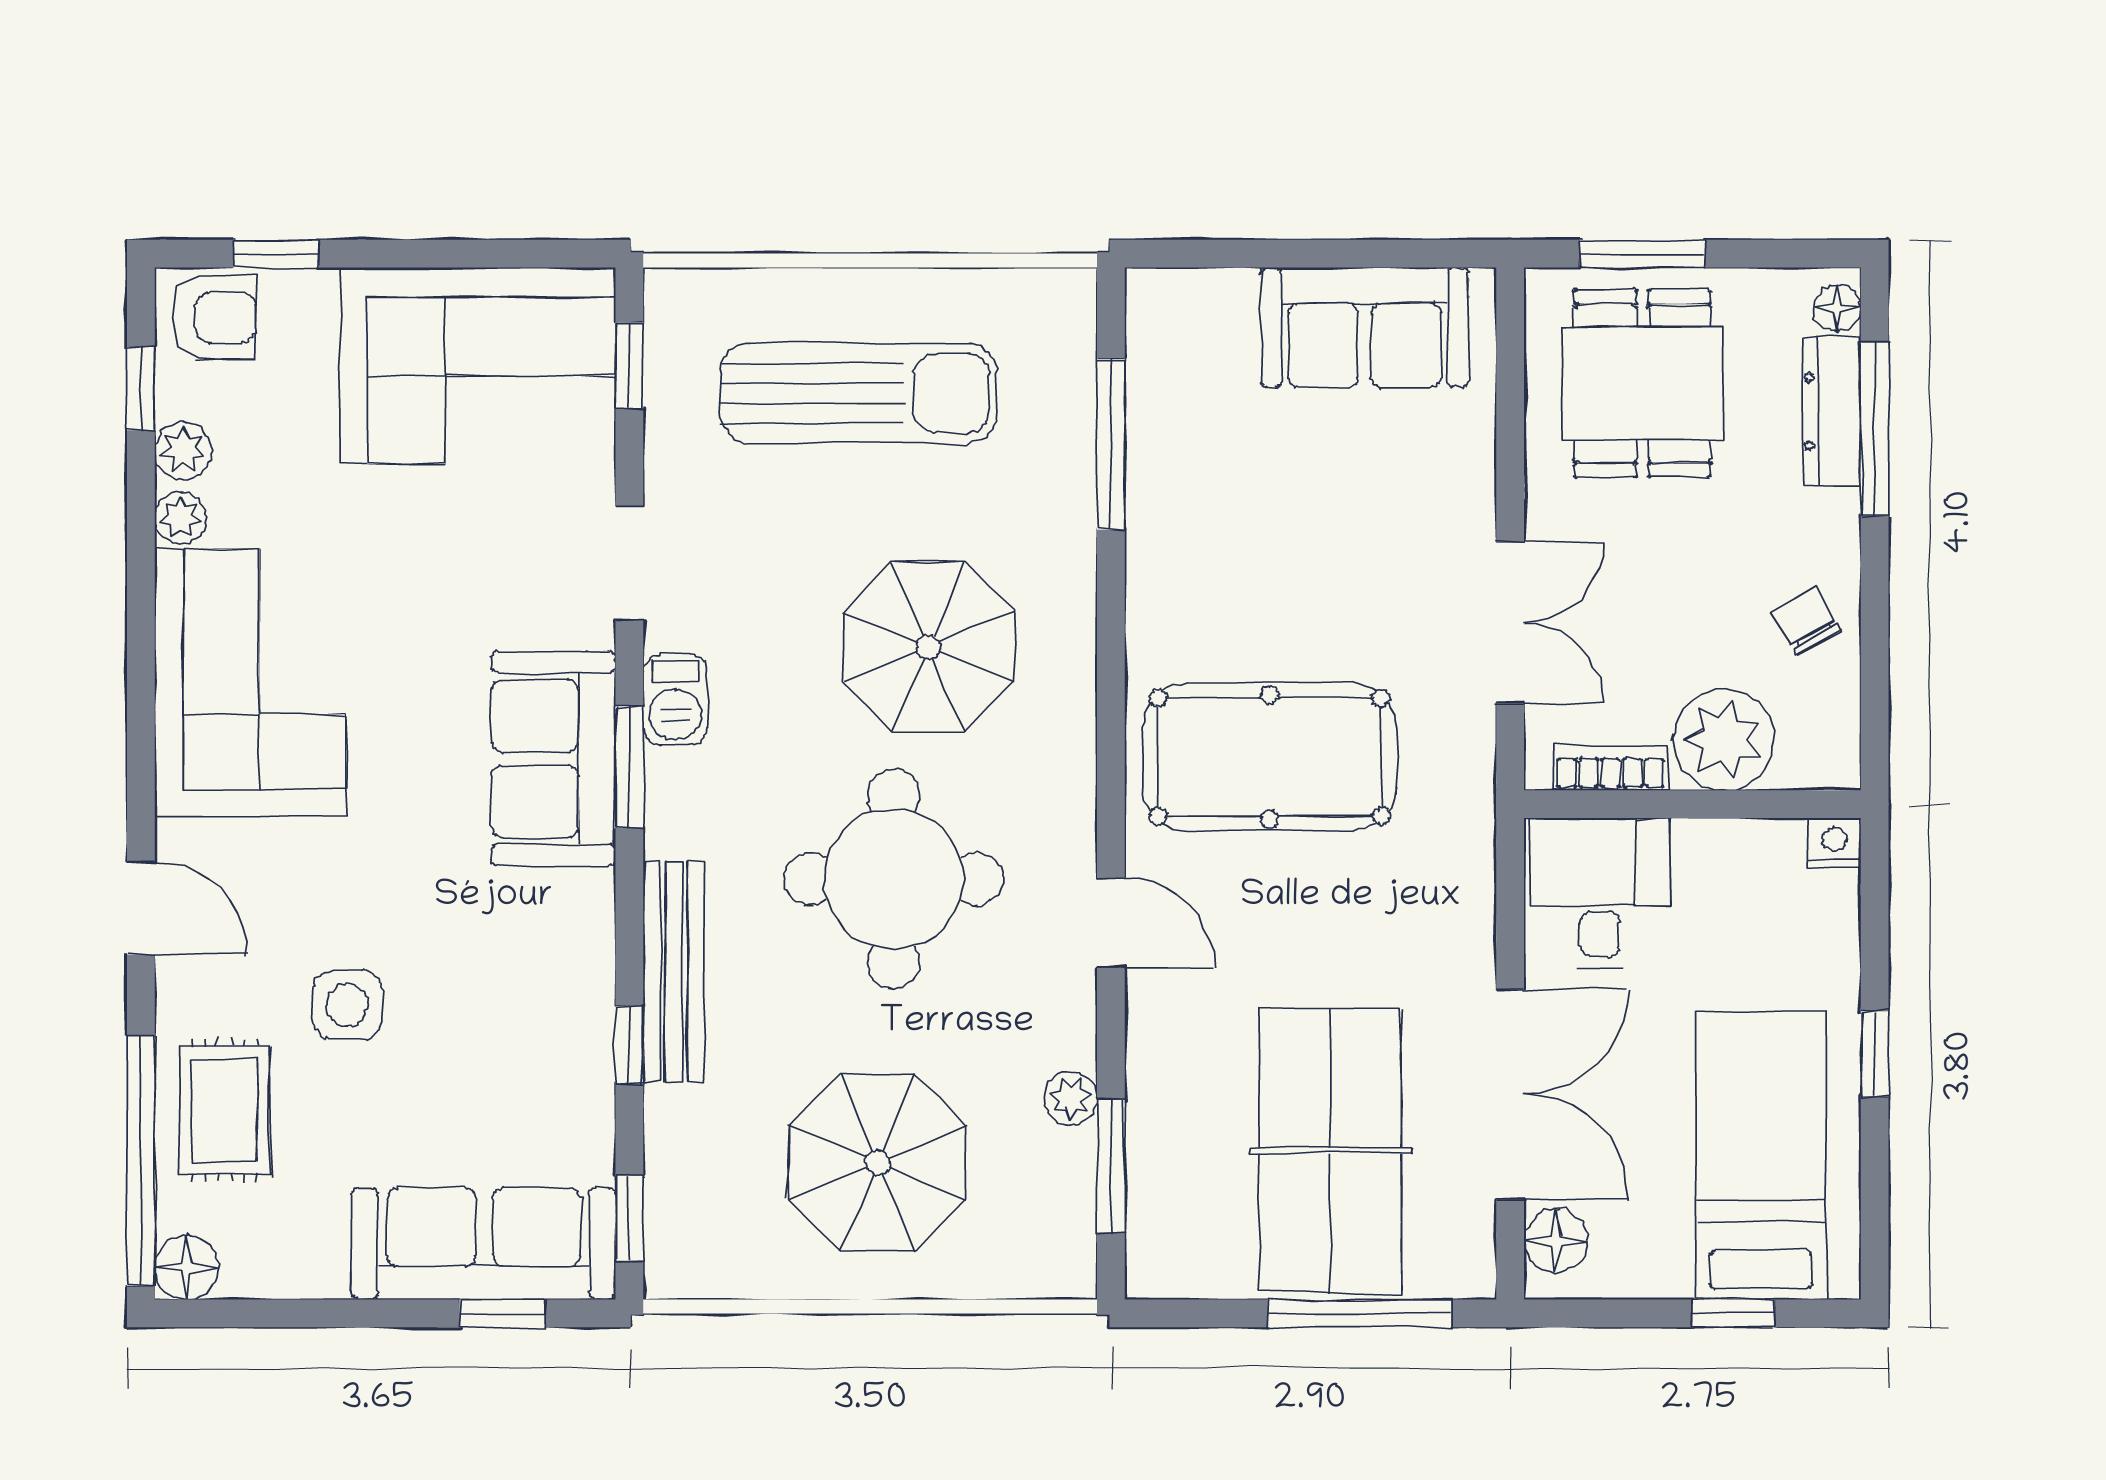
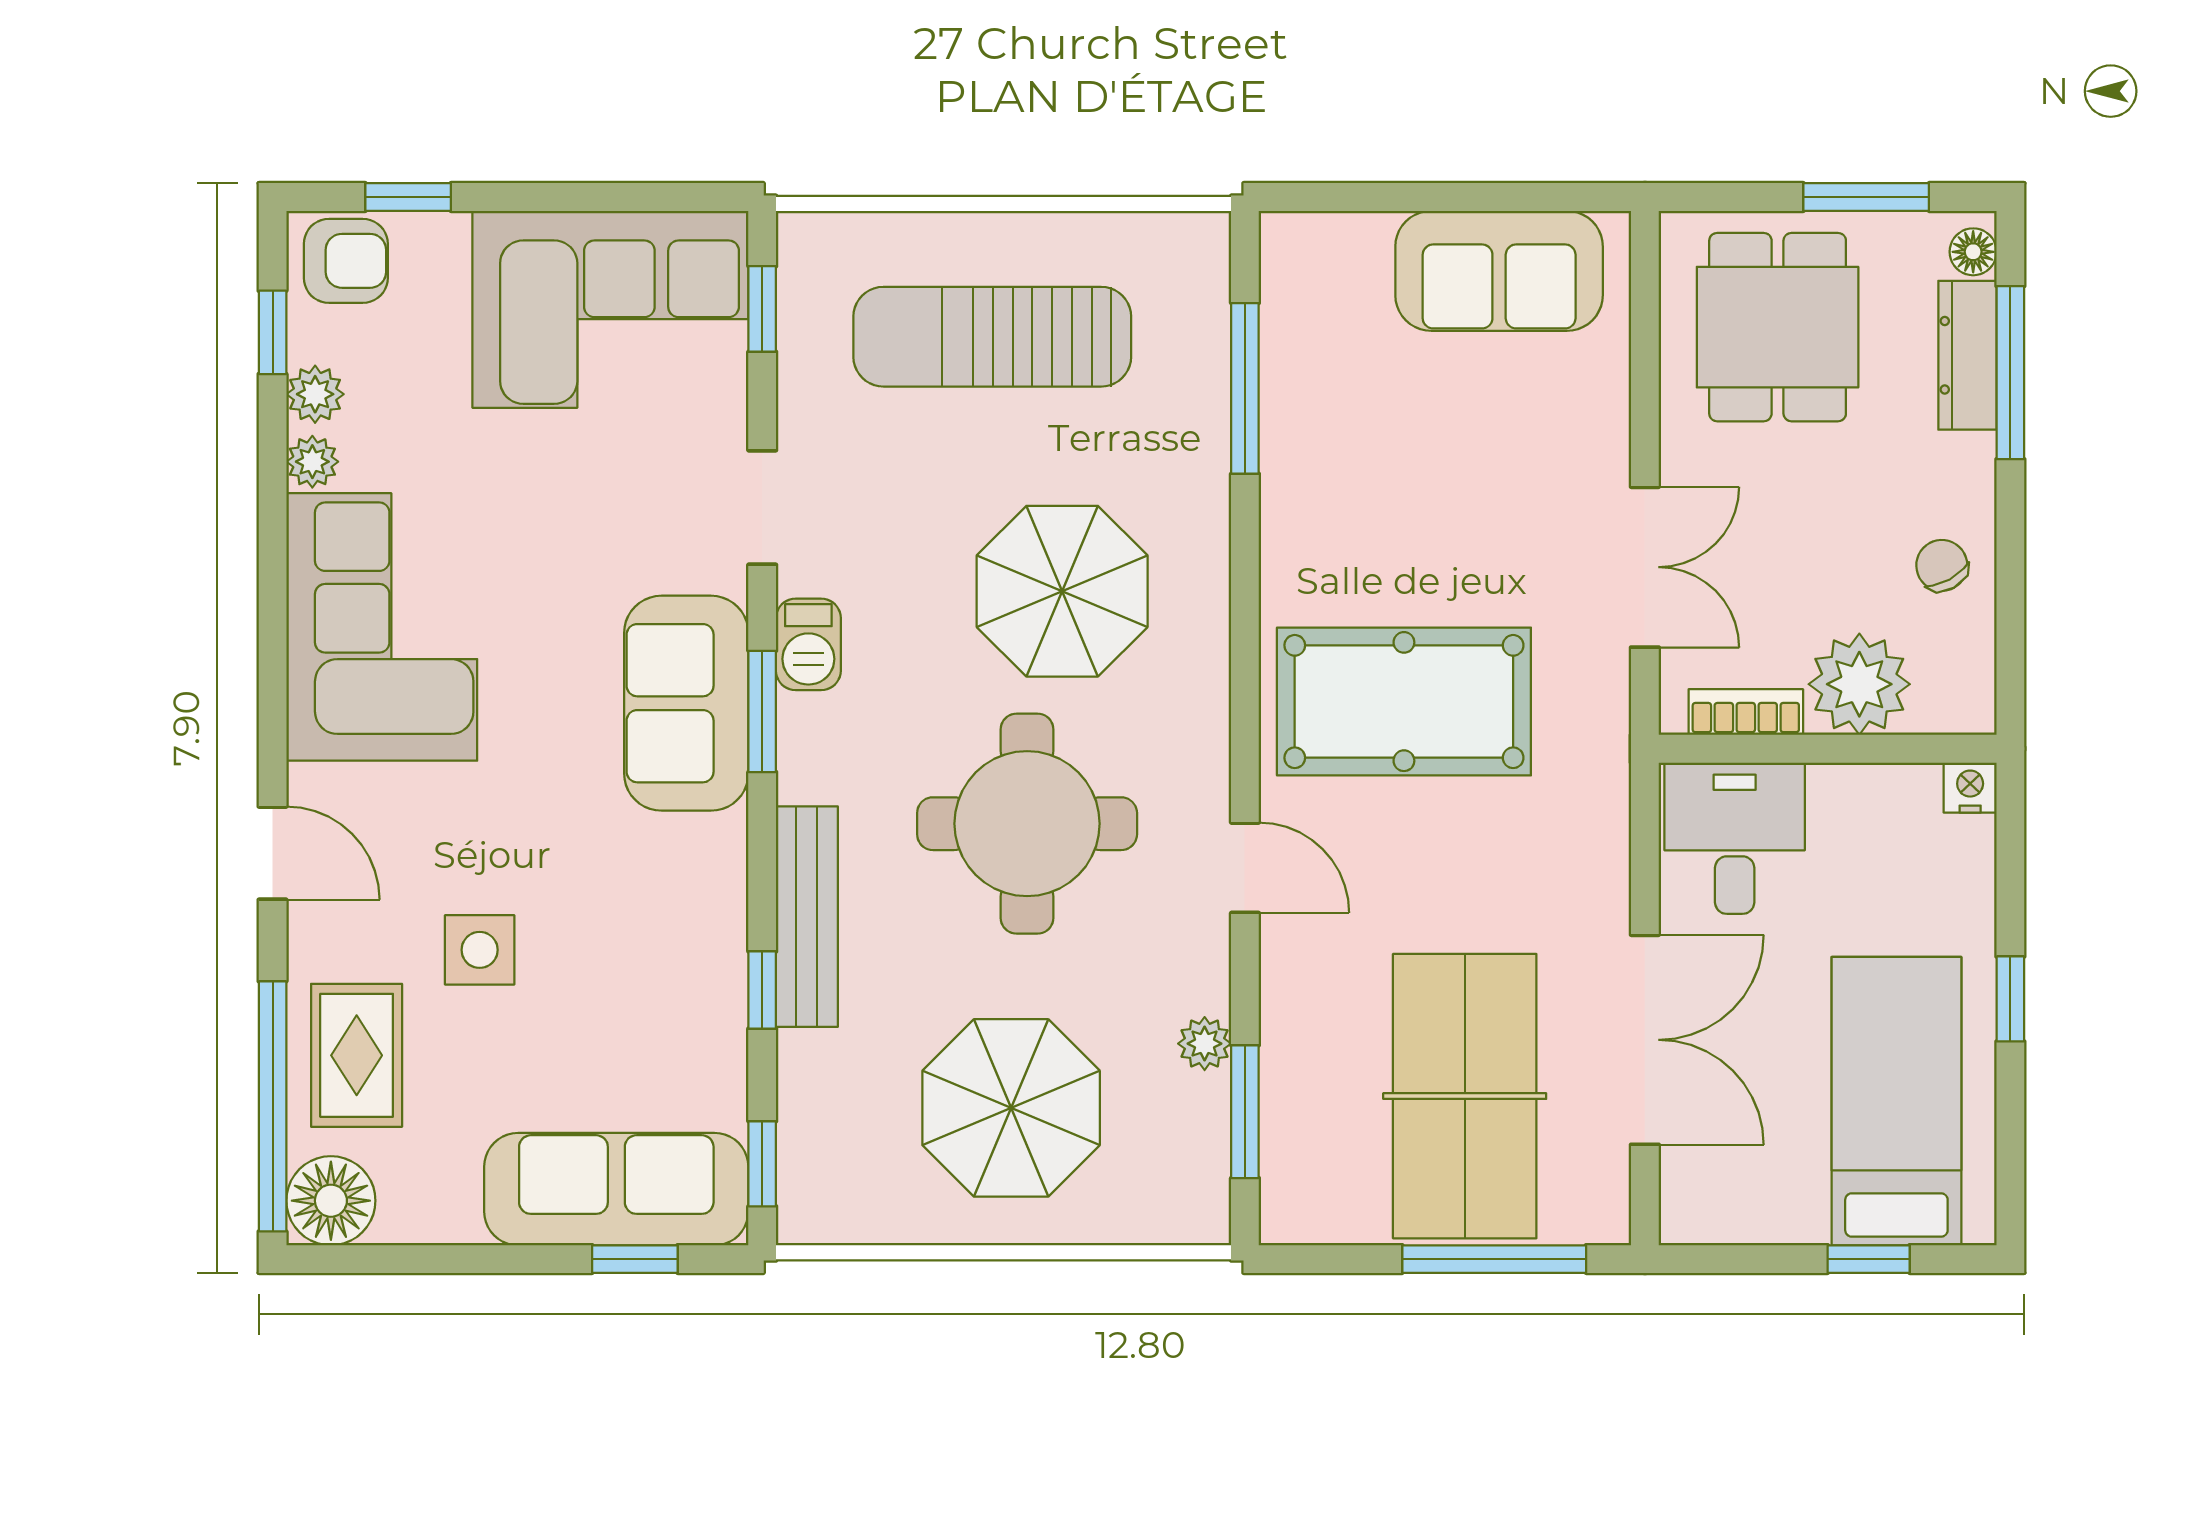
window: (1642, 254) -> (1866, 197), moved
sun lounger: (859, 393) -> (992, 337), turned 180
floor lamp: (1556, 1241) -> (1691, 1186), removed
floor lamp: (187, 1267) -> (331, 1201), width x1.38, depth x1.38

